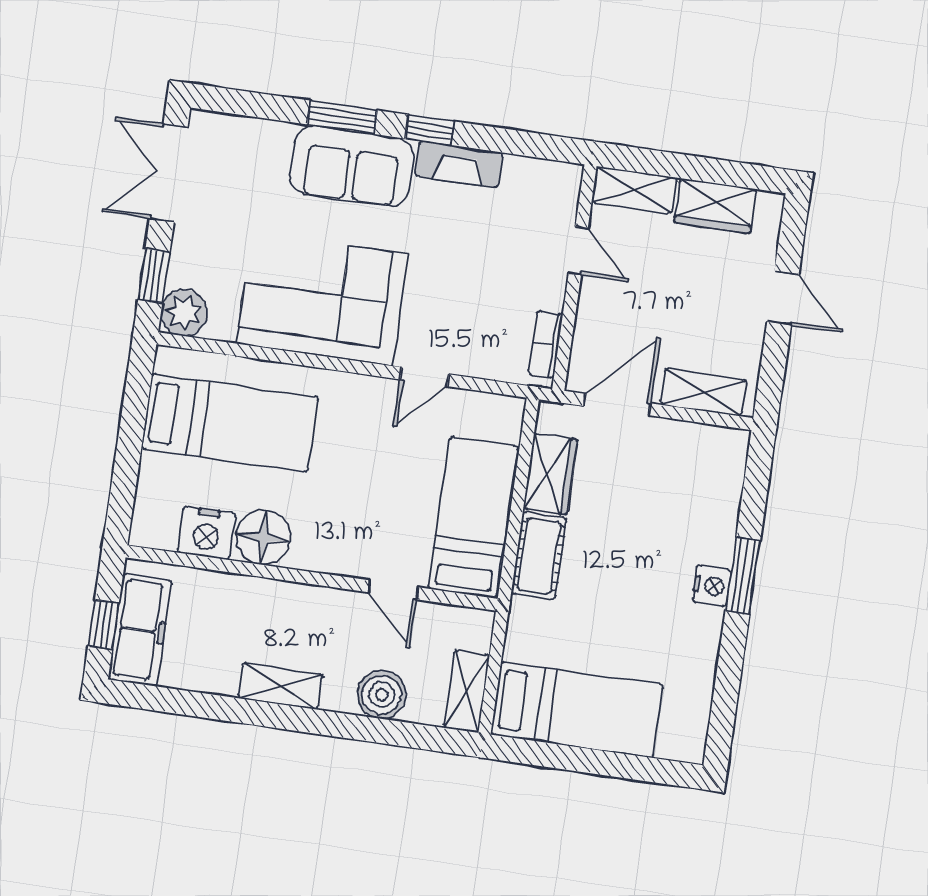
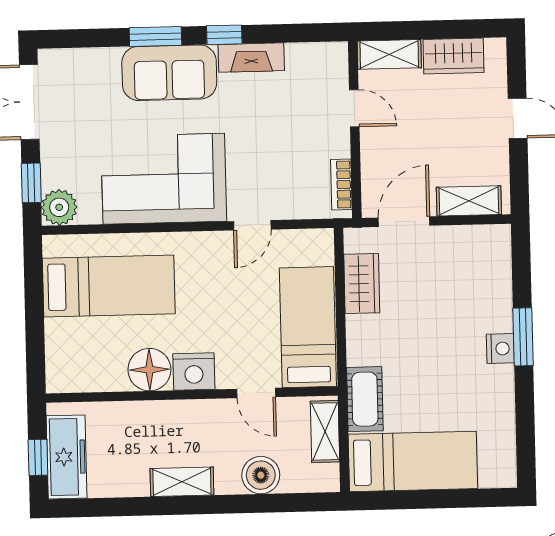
nightstand: (206, 533) -> (194, 371), moved
cot: (539, 556) -> (365, 399), moved
shelving: (467, 691) -> (325, 431), moved

